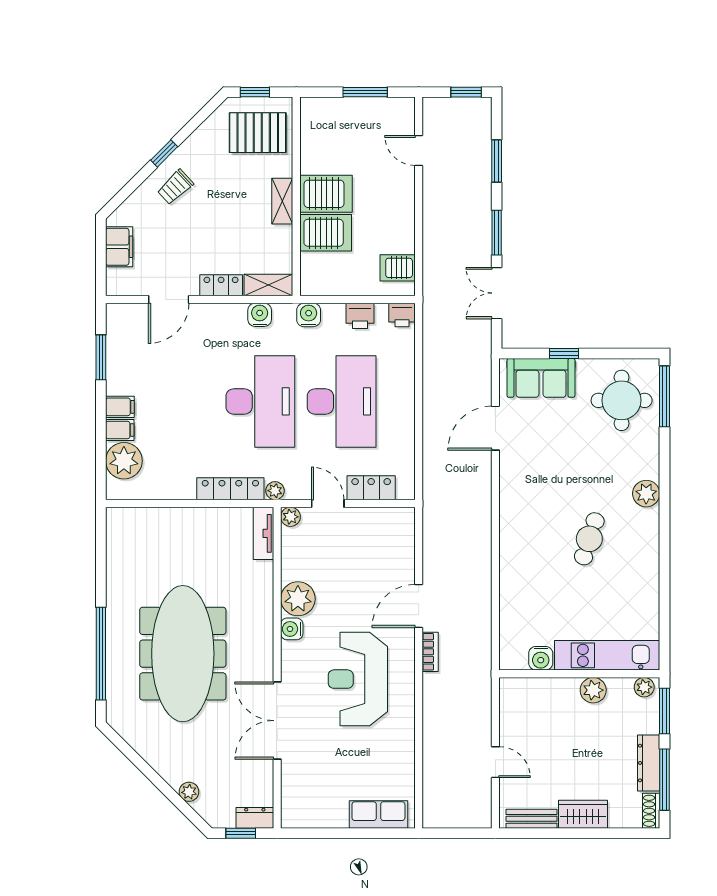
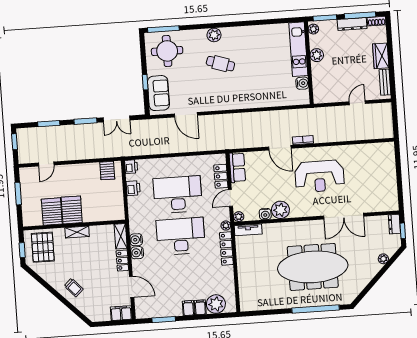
window: (164, 153) -> (57, 294), removed
server rack: (326, 233) -> (52, 212), moved
filing cabinet: (119, 247) -> (121, 313), moved
water cooler: (309, 315) -> (137, 253), moved
cafe table: (589, 539) -> (220, 64), moved
water cooler: (292, 629) -> (265, 214), moved
row of seats: (378, 814) -> (237, 168), moved, turned 180

